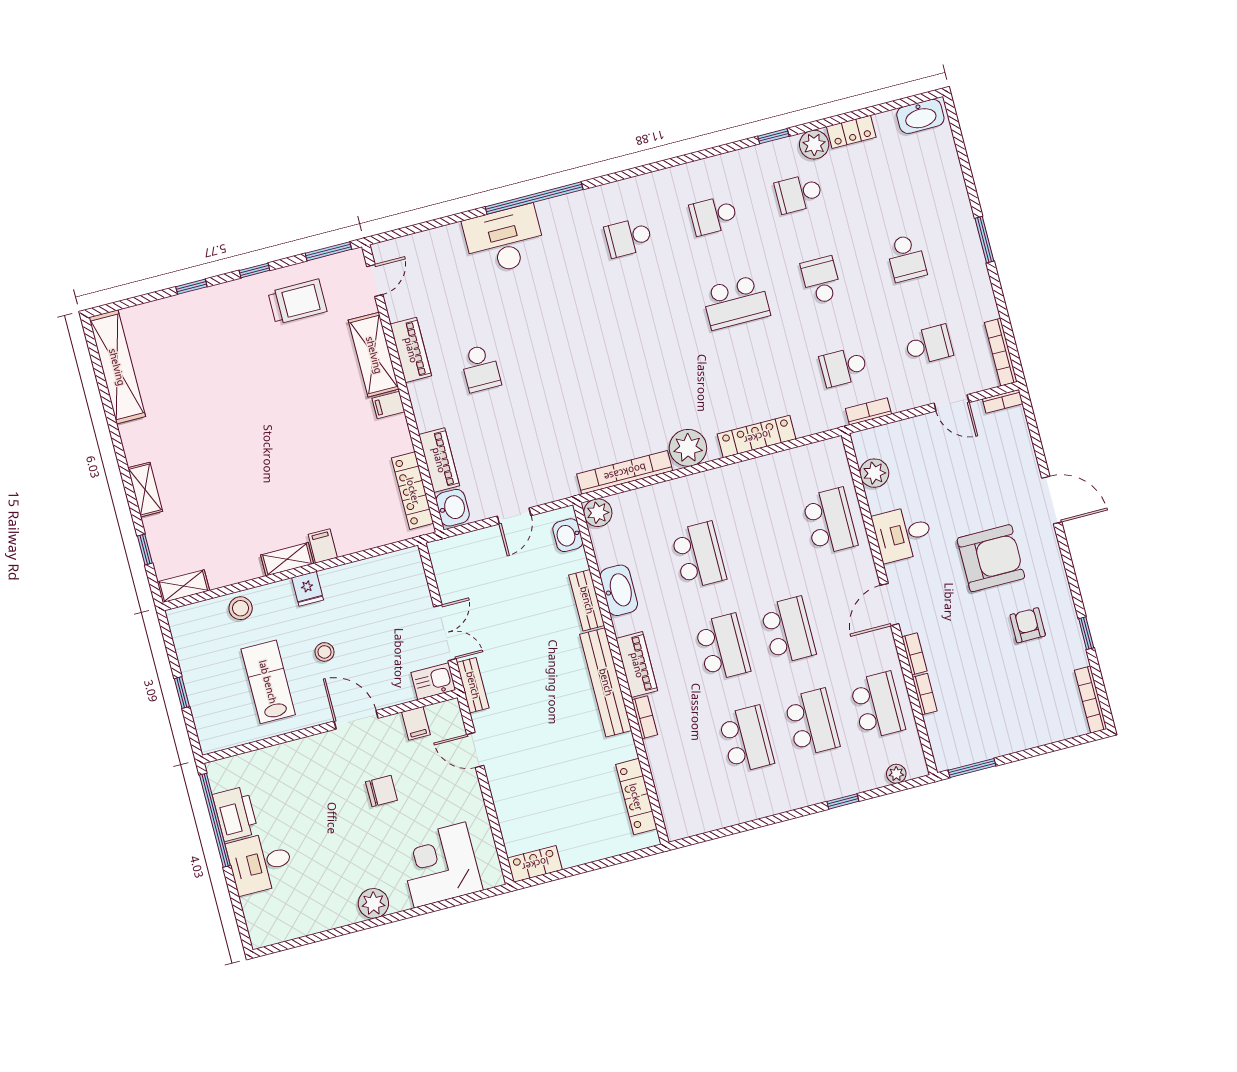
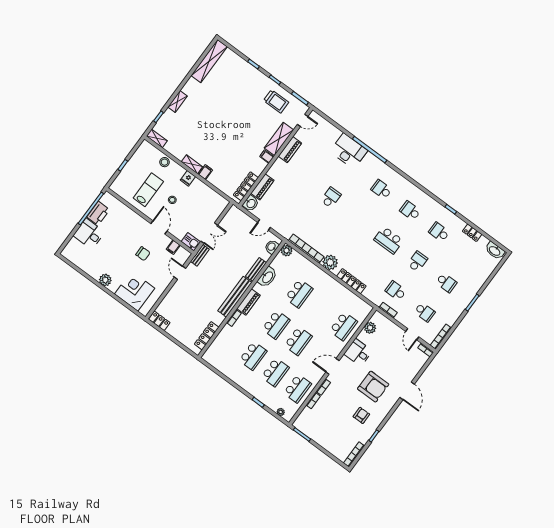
plant: (814, 145) -> (458, 224), removed
school desk: (906, 258) -> (446, 283), turned -90
school desk: (480, 368) -> (331, 198), moved, turned 180

